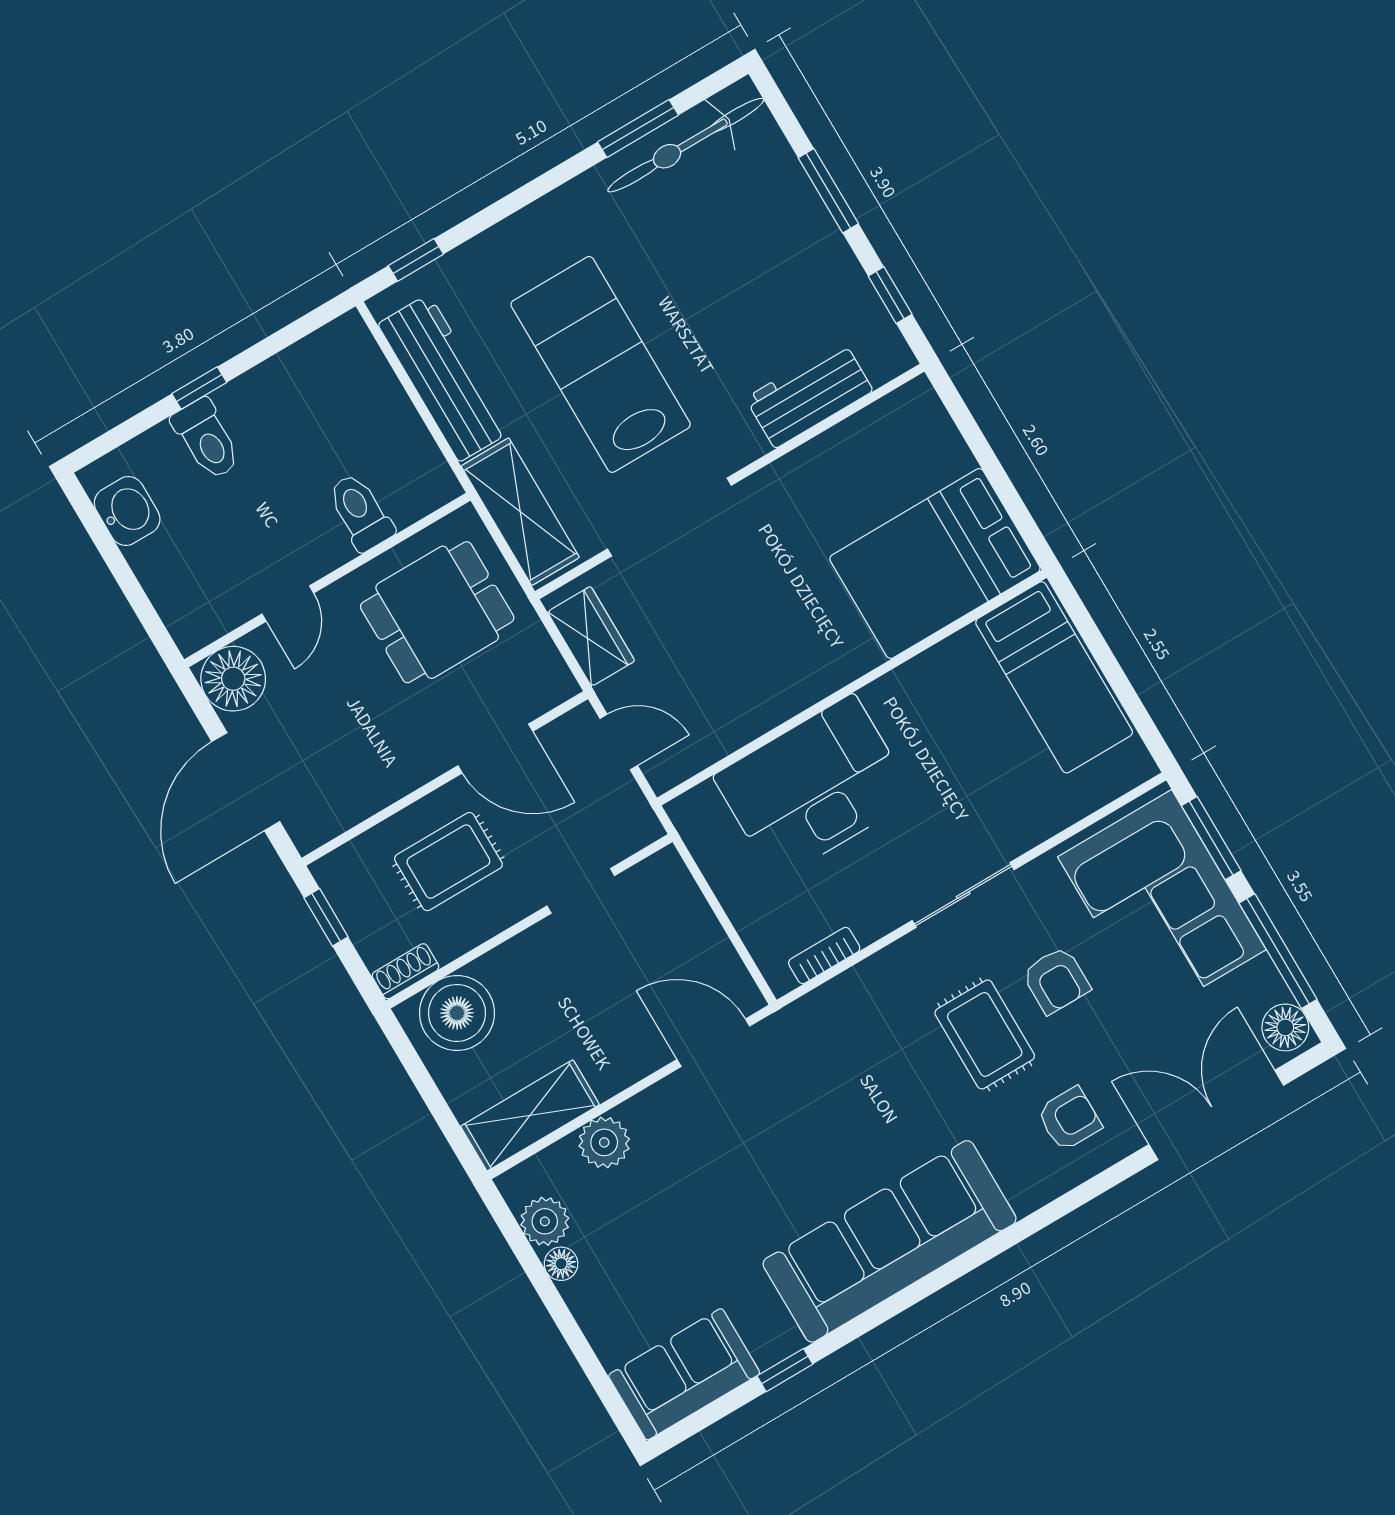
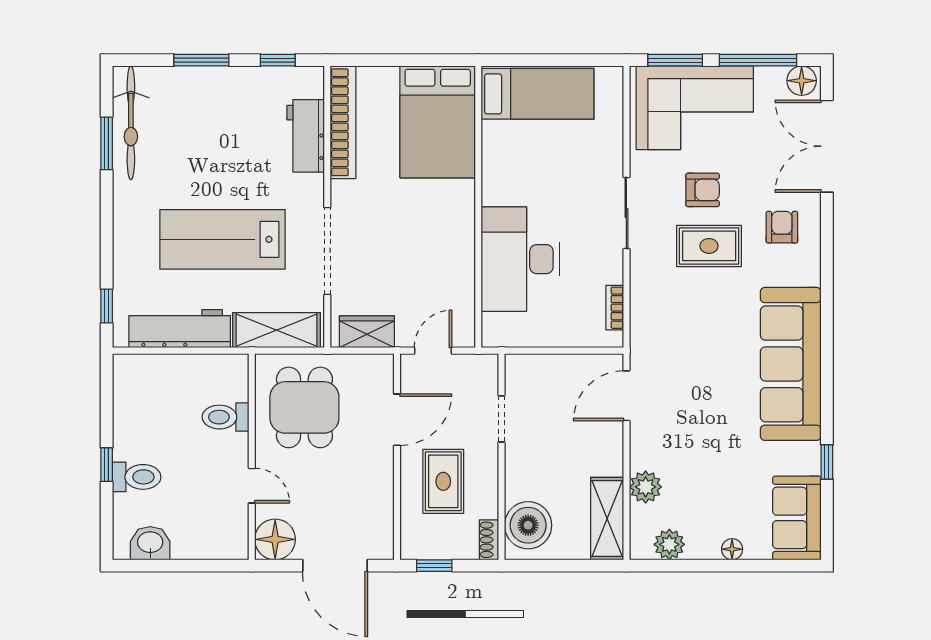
bookcase: (858, 435) -> (343, 122), added
floor lamp: (561, 1264) -> (732, 549), moved

